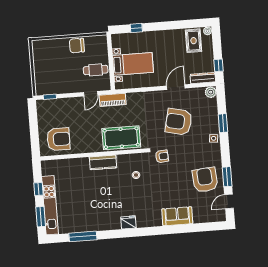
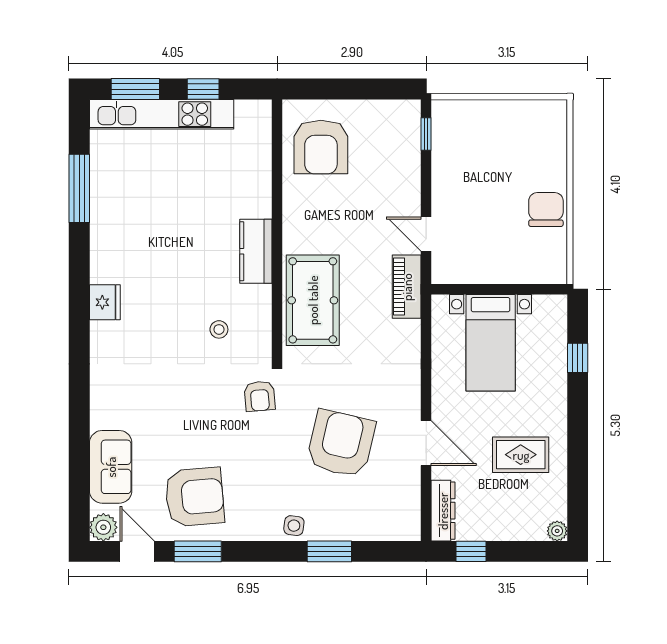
rug: (194, 41) -> (521, 455), moved
cafe table: (96, 70) -> (483, 251), removed
plant: (211, 92) -> (103, 527), moved
sofa: (177, 216) -> (111, 467), moved

